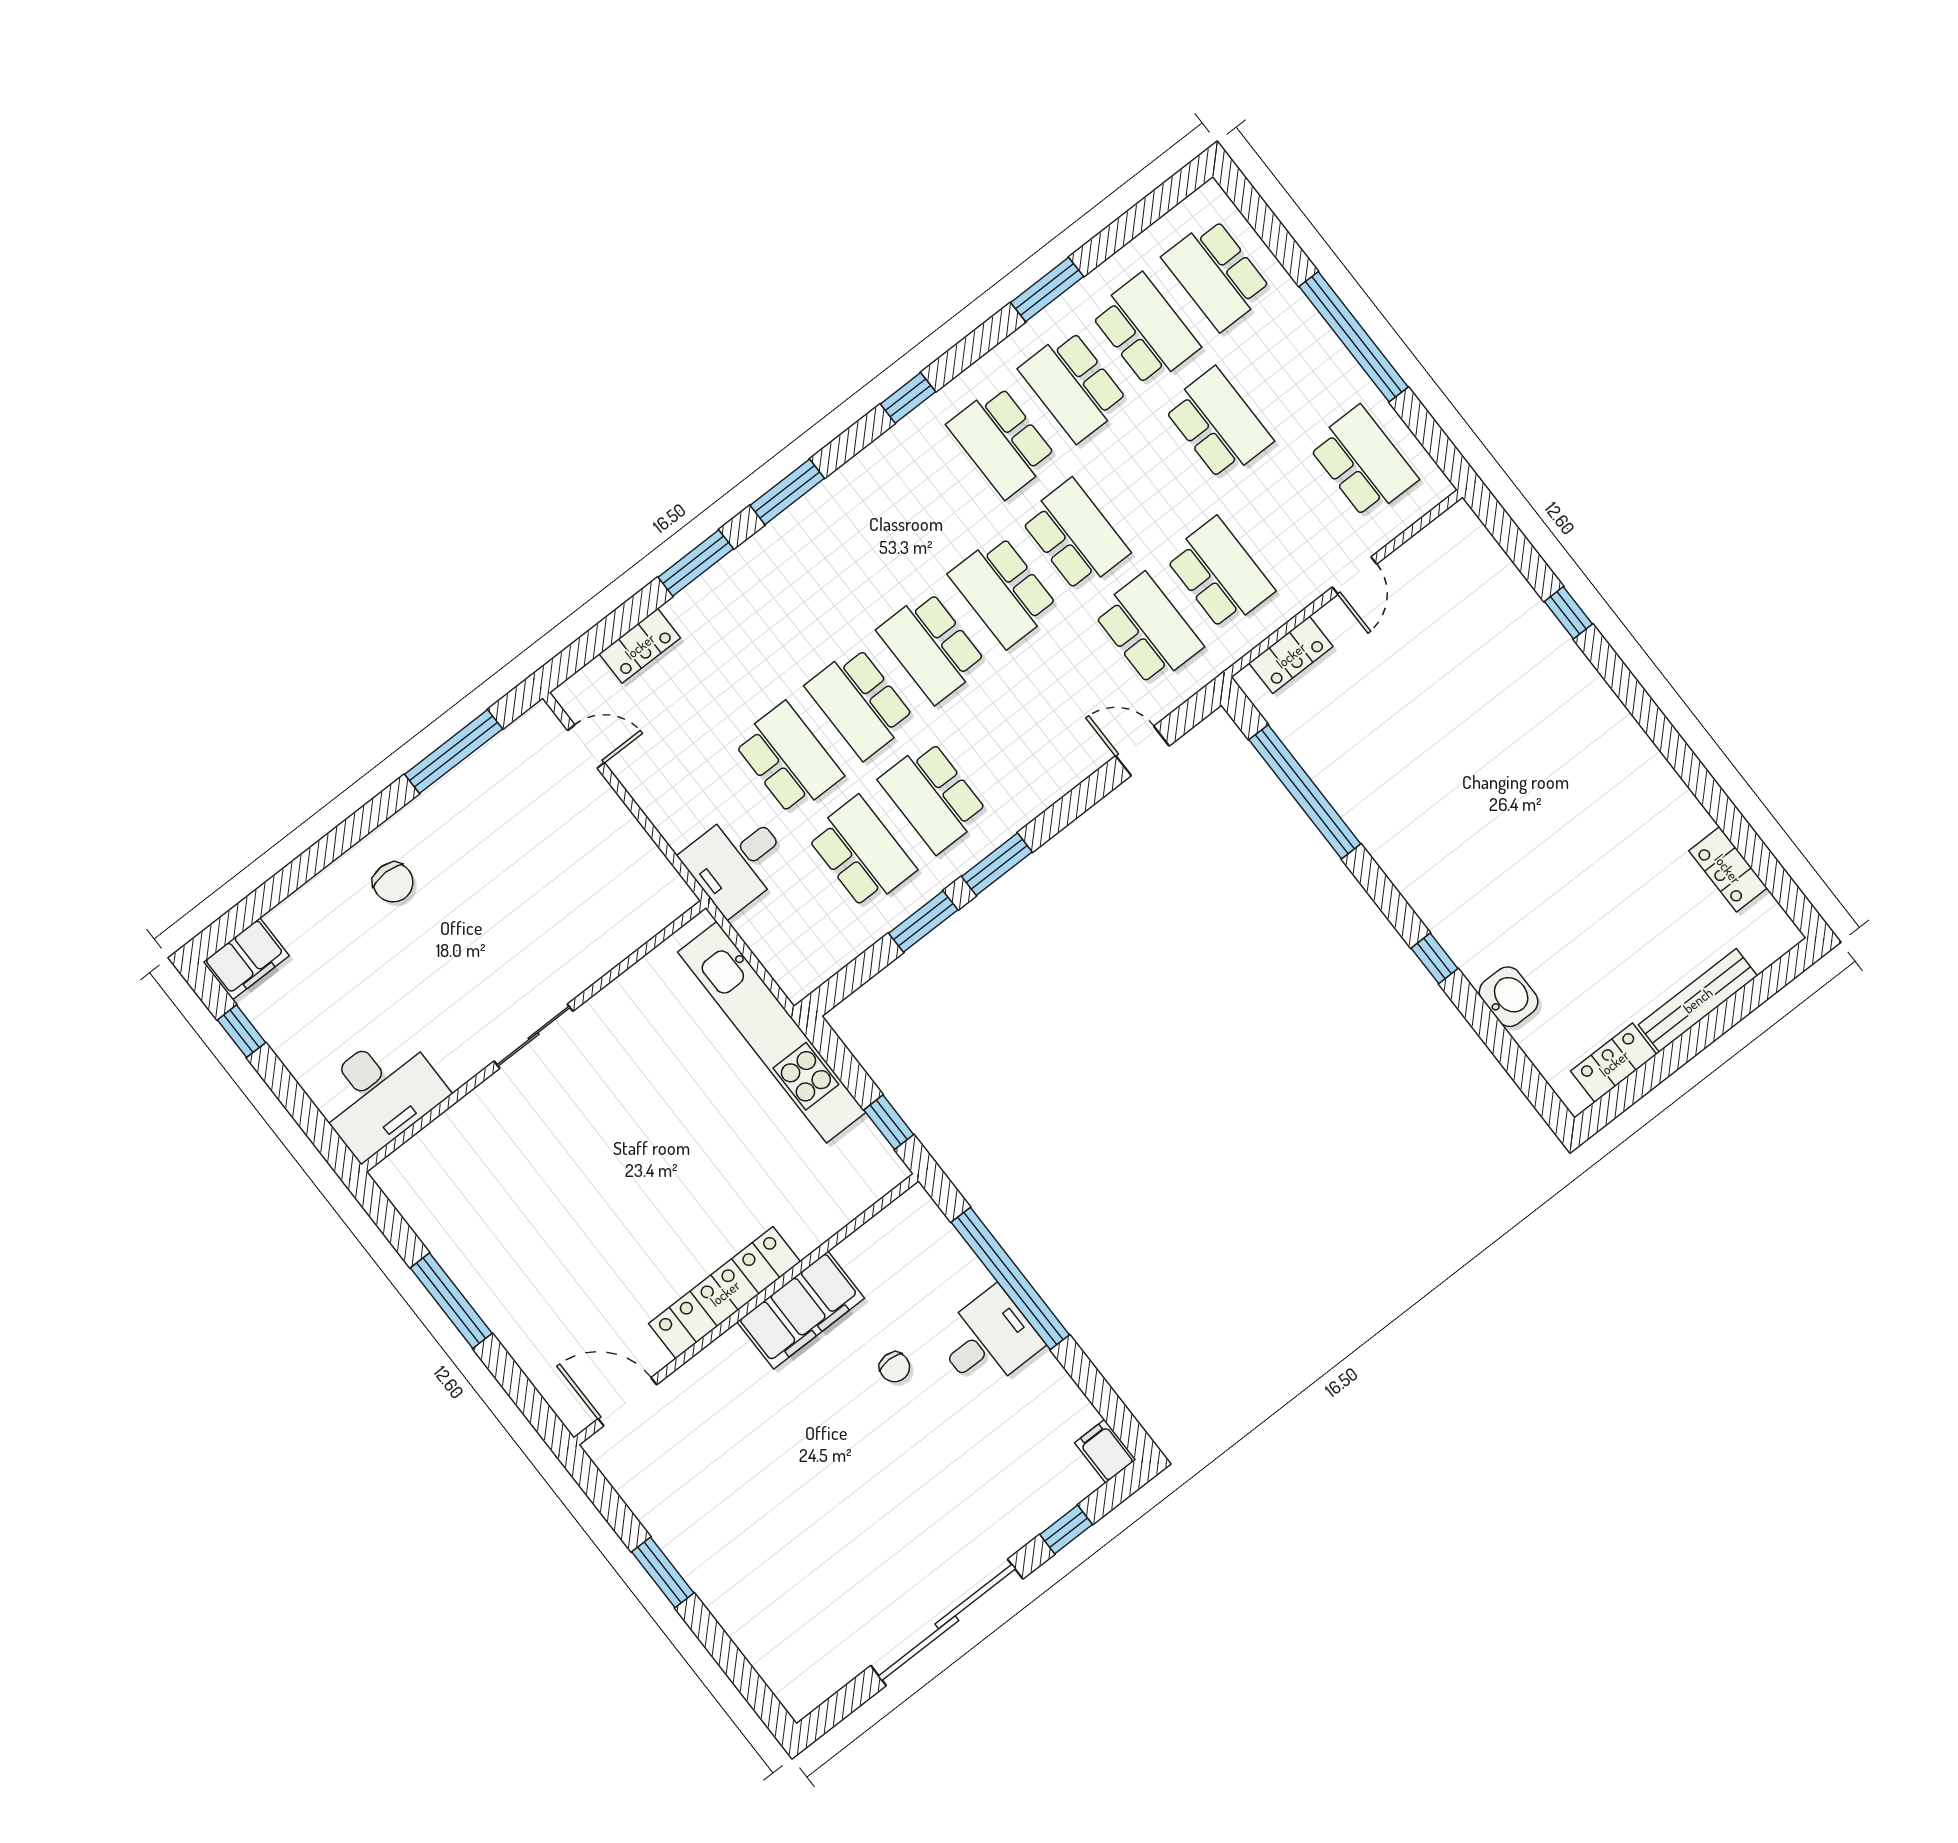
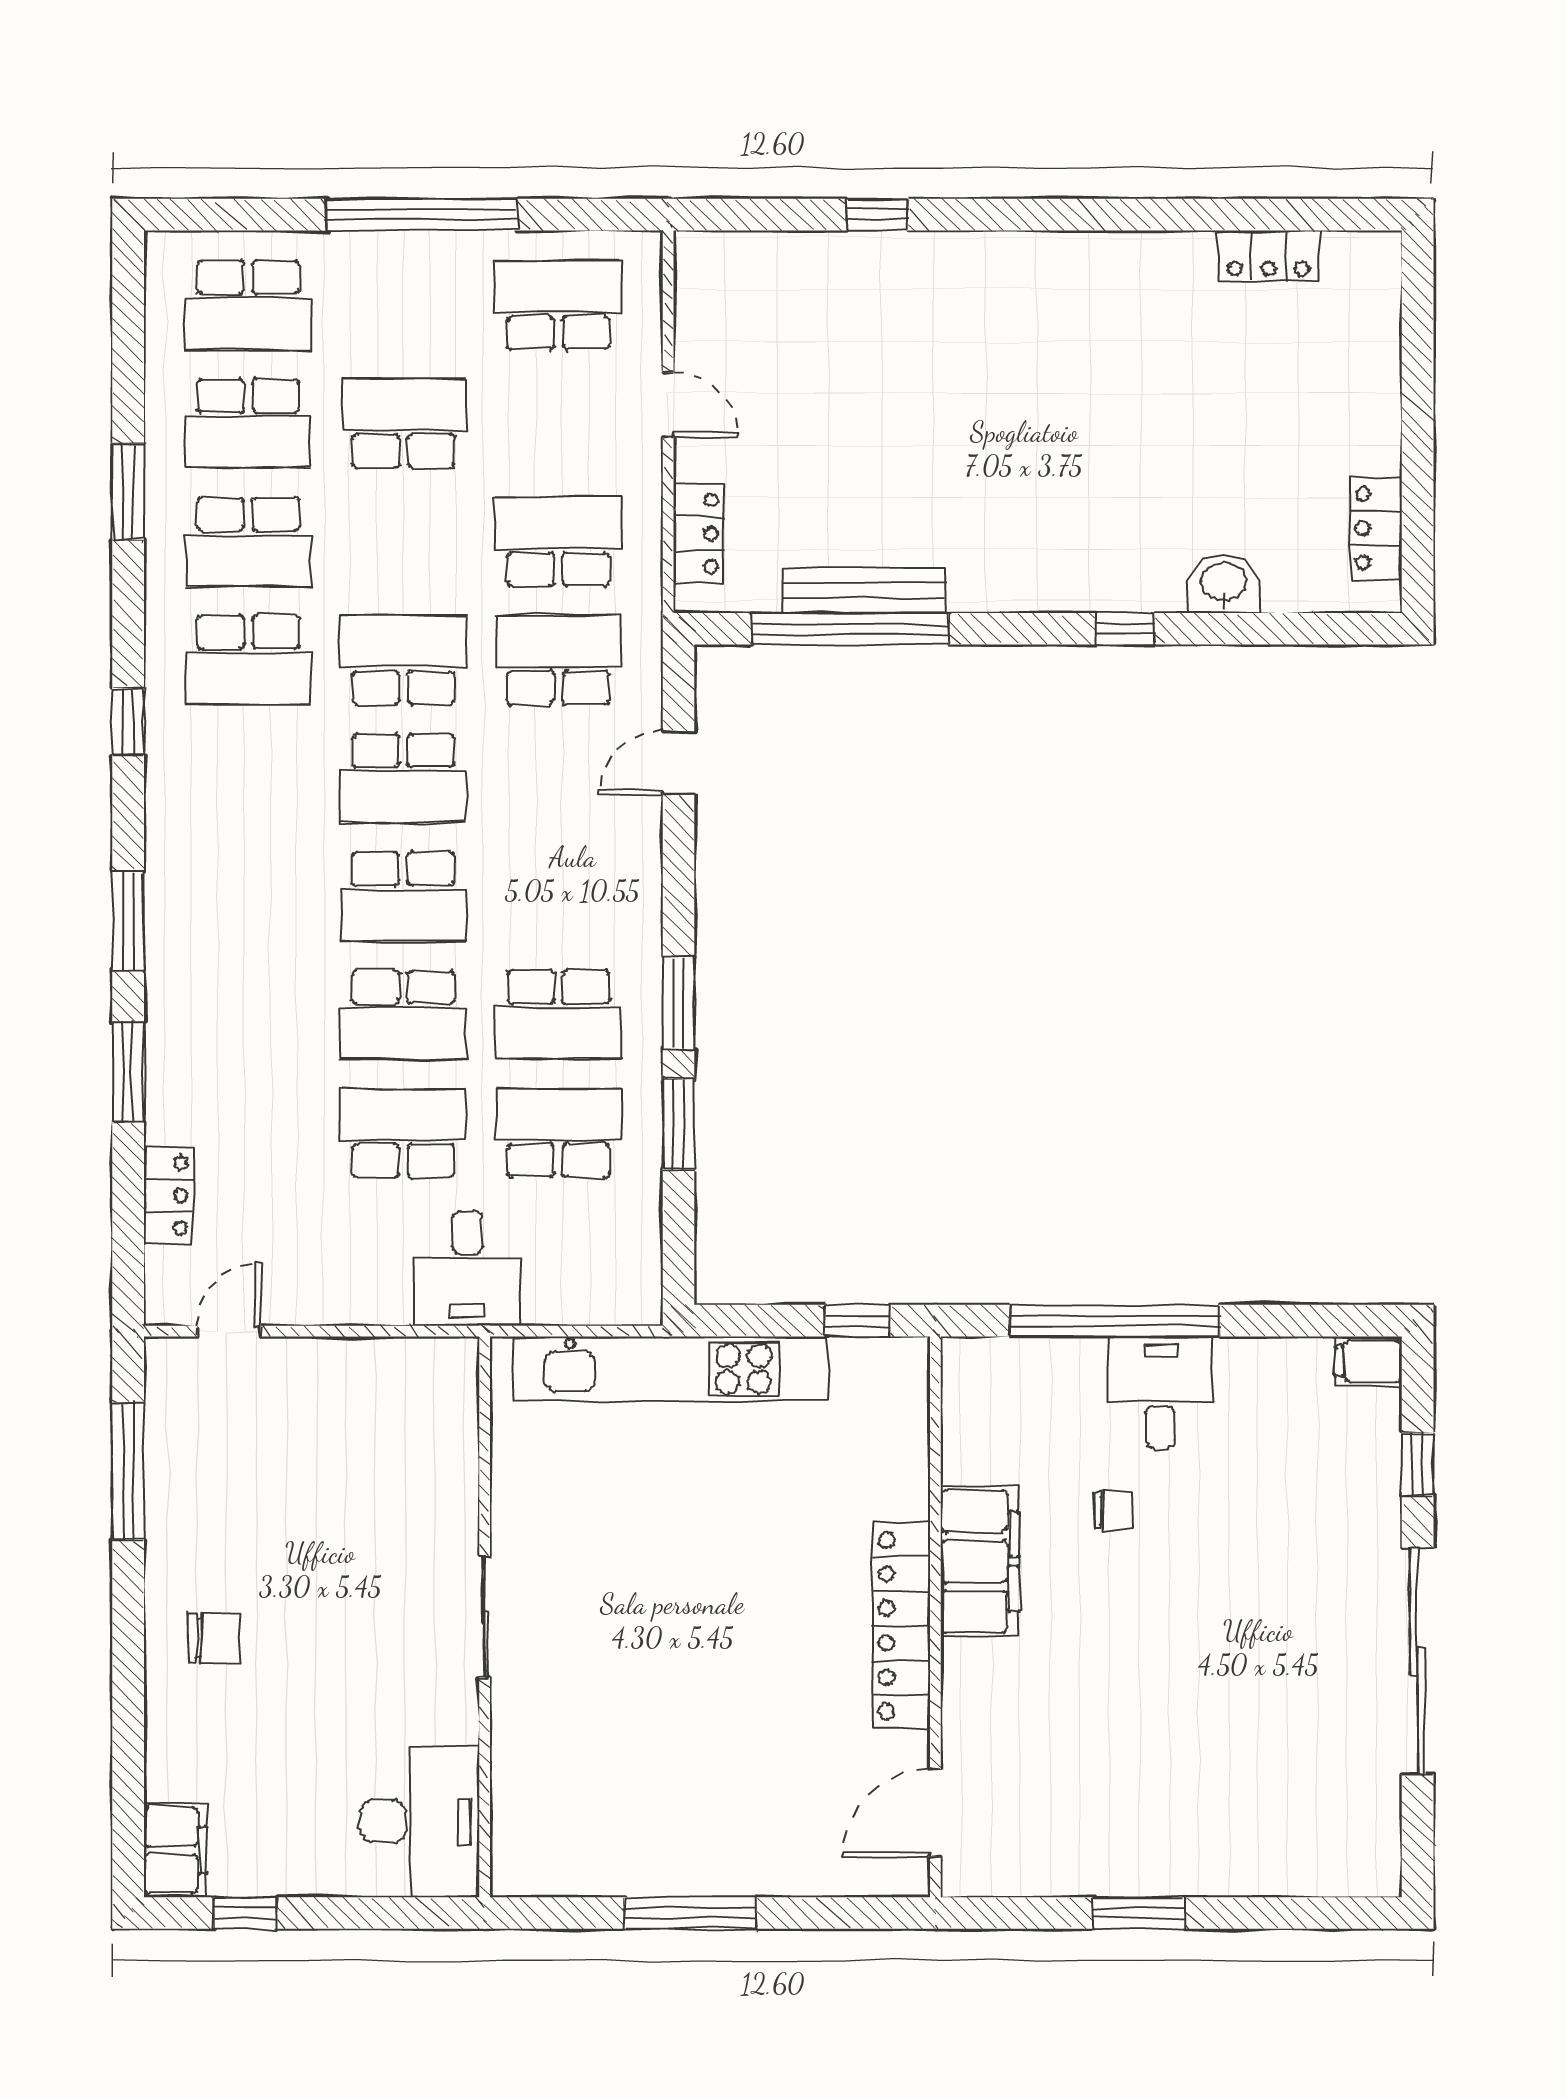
school desk: (1145, 330) -> (248, 423), turned 180
bench: (1698, 1000) -> (864, 590), moved, turned 90

